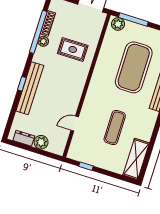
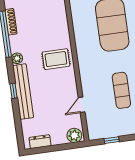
plant: (43, 41) -> (17, 58), moved
rug: (73, 49) -> (56, 59), moved
plant: (41, 142) -> (74, 135), moved

